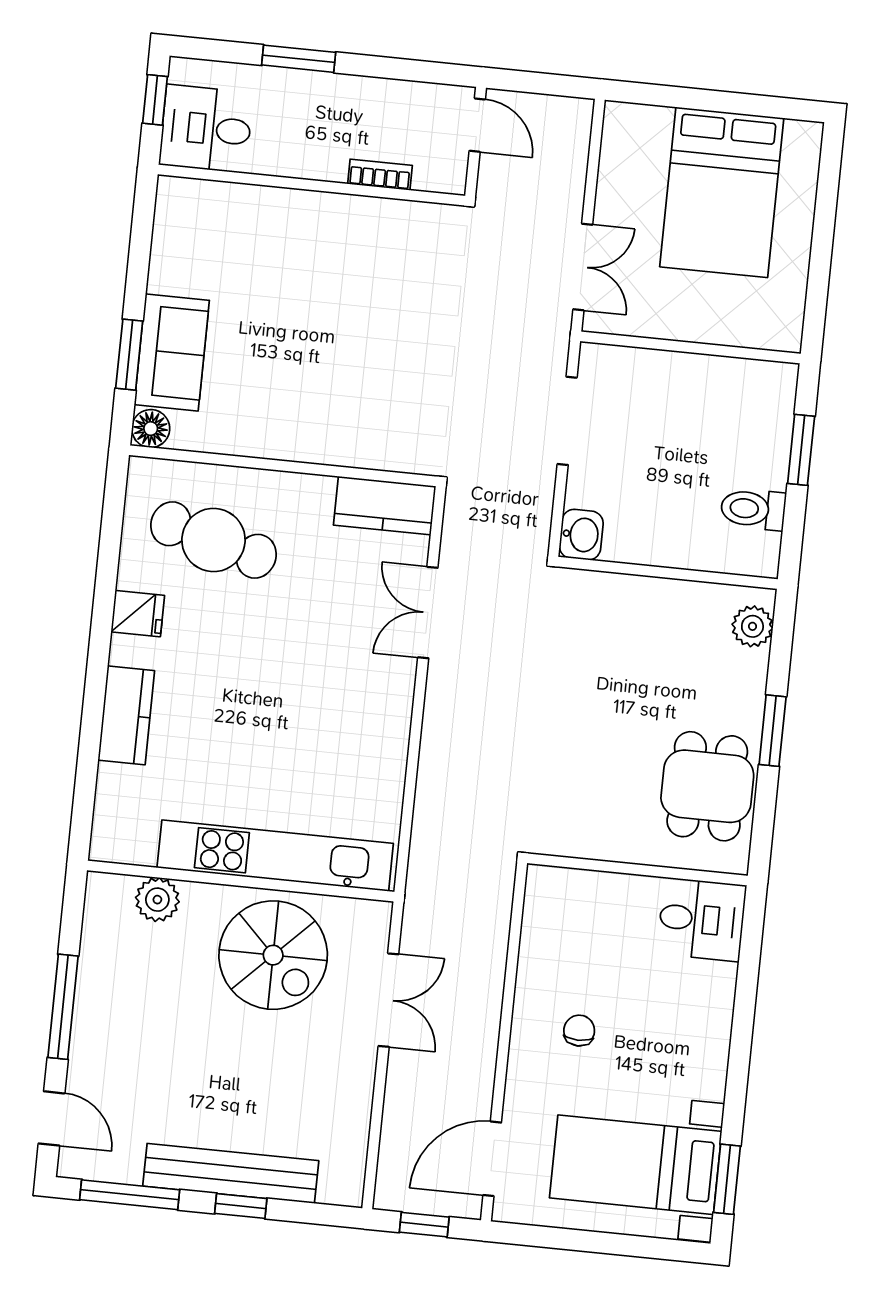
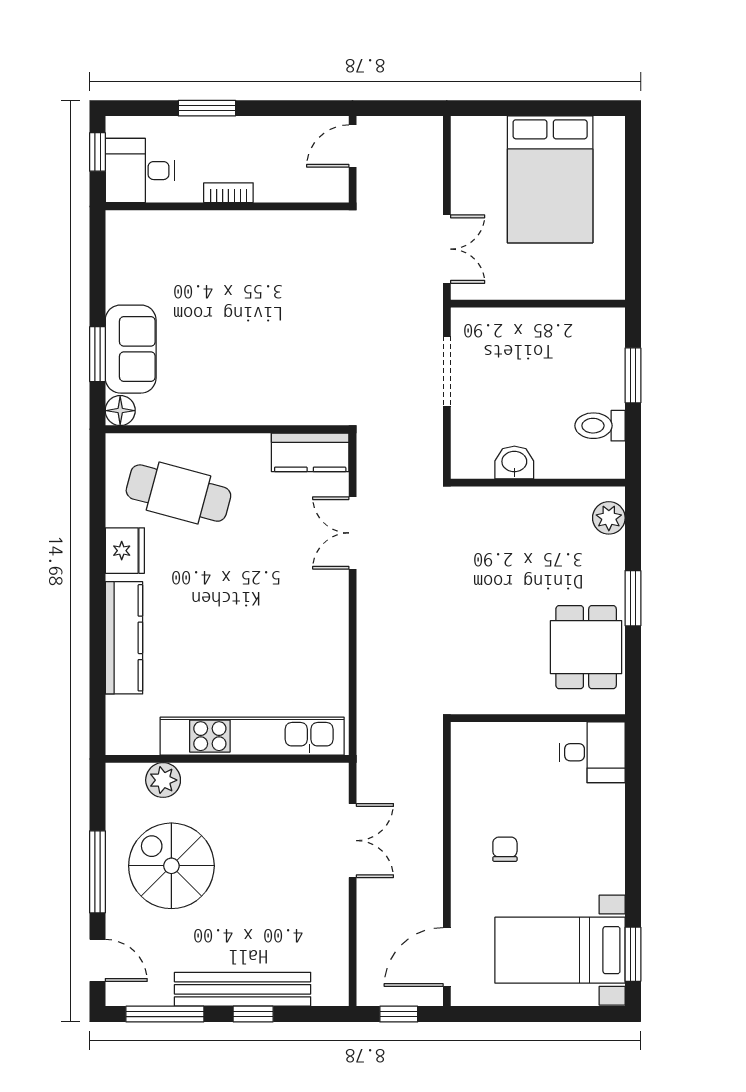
door: (477, 125) -> (353, 146), swing flipped
bookcase: (380, 175) -> (228, 193), moved
washbasin: (581, 535) -> (514, 462), moved, turned -90
fridge: (138, 614) -> (125, 551), width x1.38
kitchen counter: (126, 715) -> (124, 638), width x1.50
spiral stairs: (273, 955) -> (171, 866), moved, turned 180

